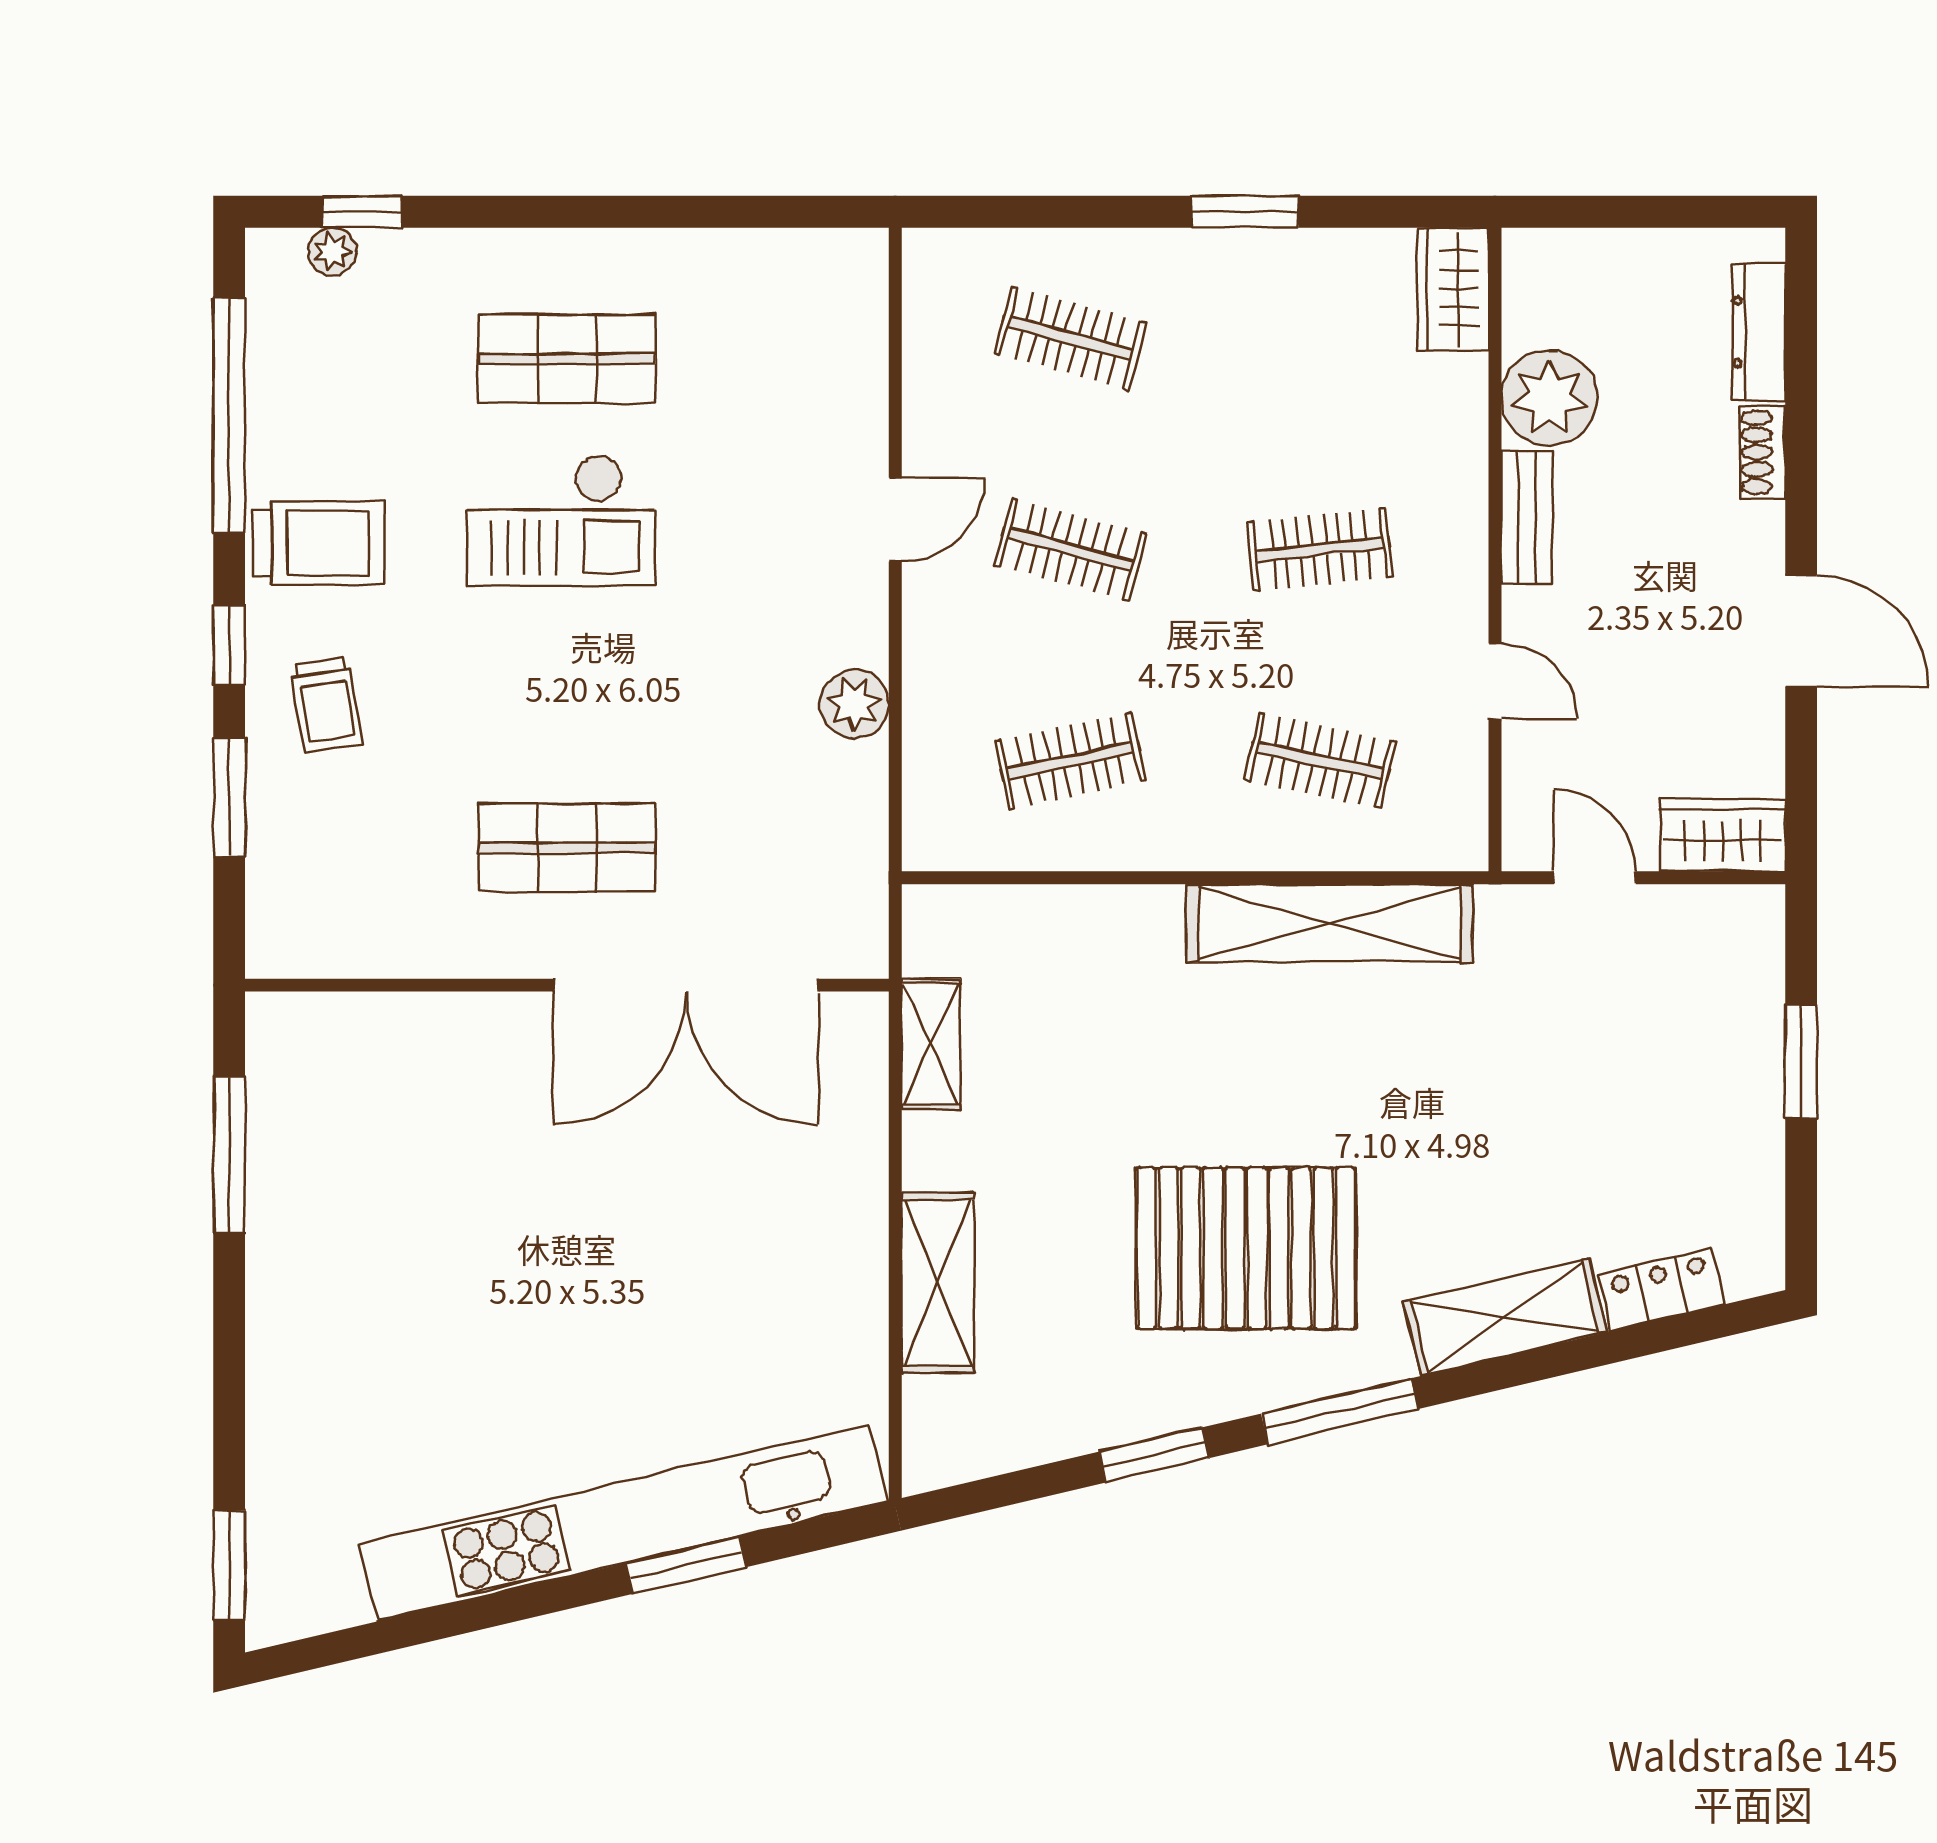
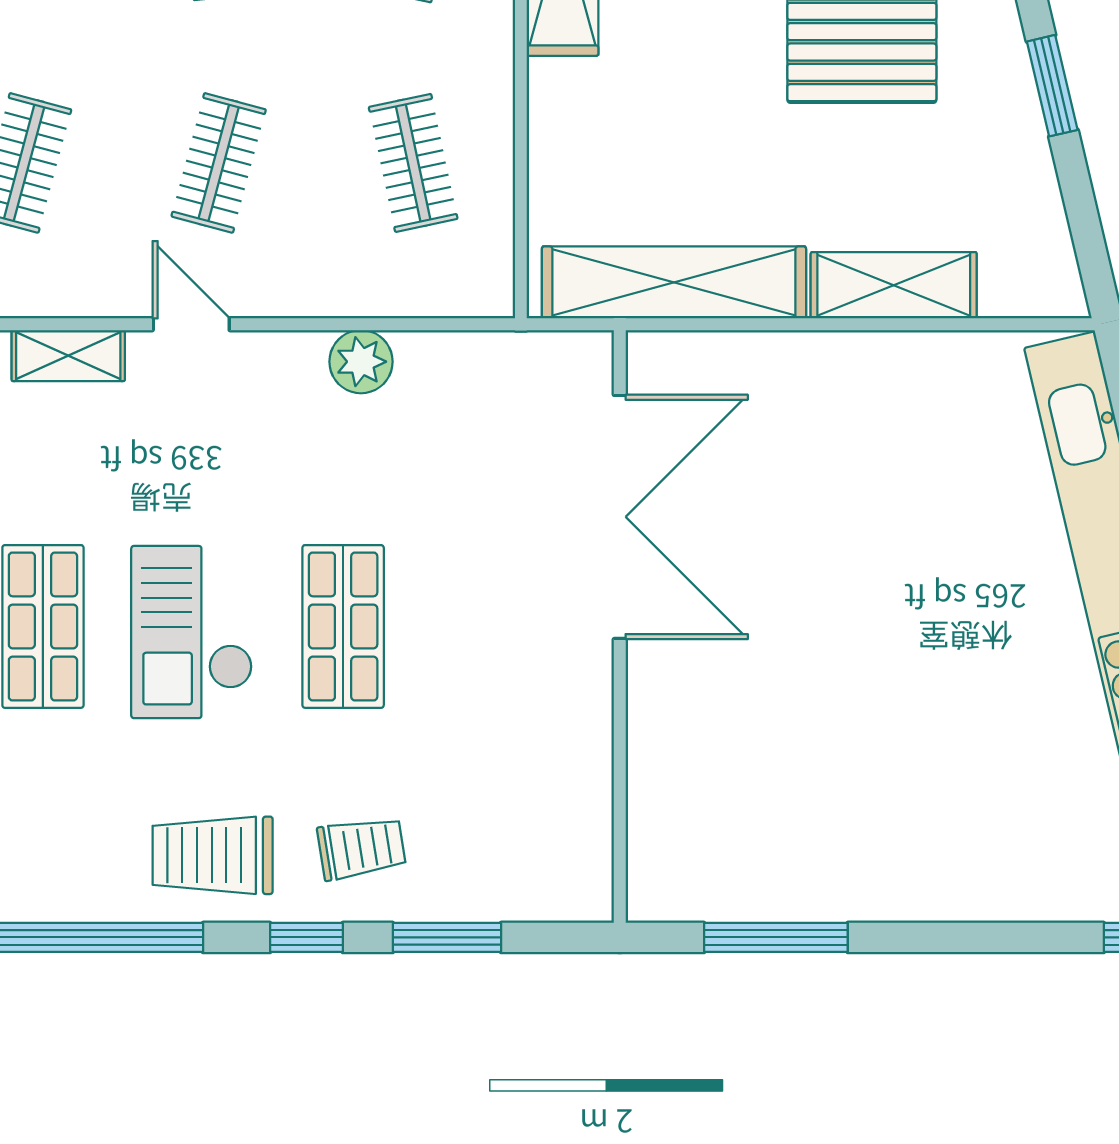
shelving: (861, 386) -> (68, 356), added
checkout: (561, 520) -> (192, 632), turned 180
trolley: (318, 543) -> (213, 855), turned -90
shop shelf: (567, 848) -> (343, 626), moved
shelving: (931, 1044) -> (674, 282), width x2.20, depth x1.33

